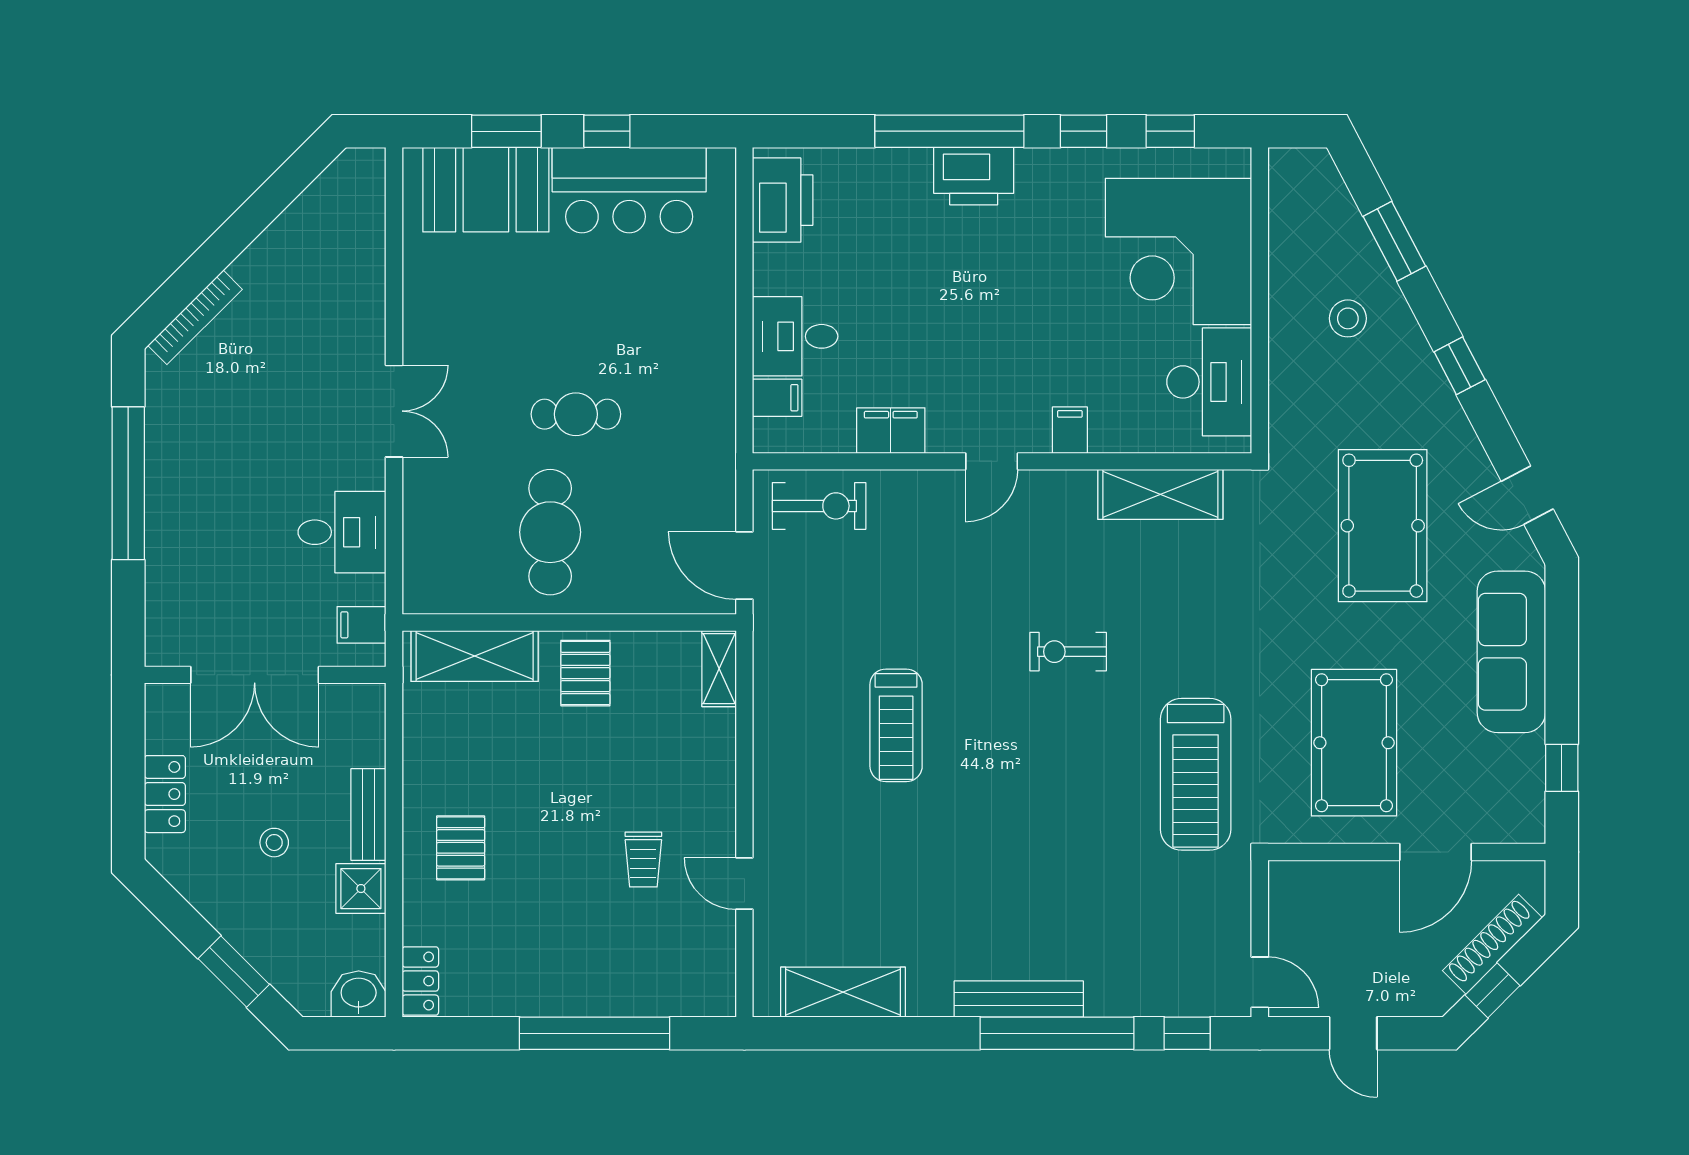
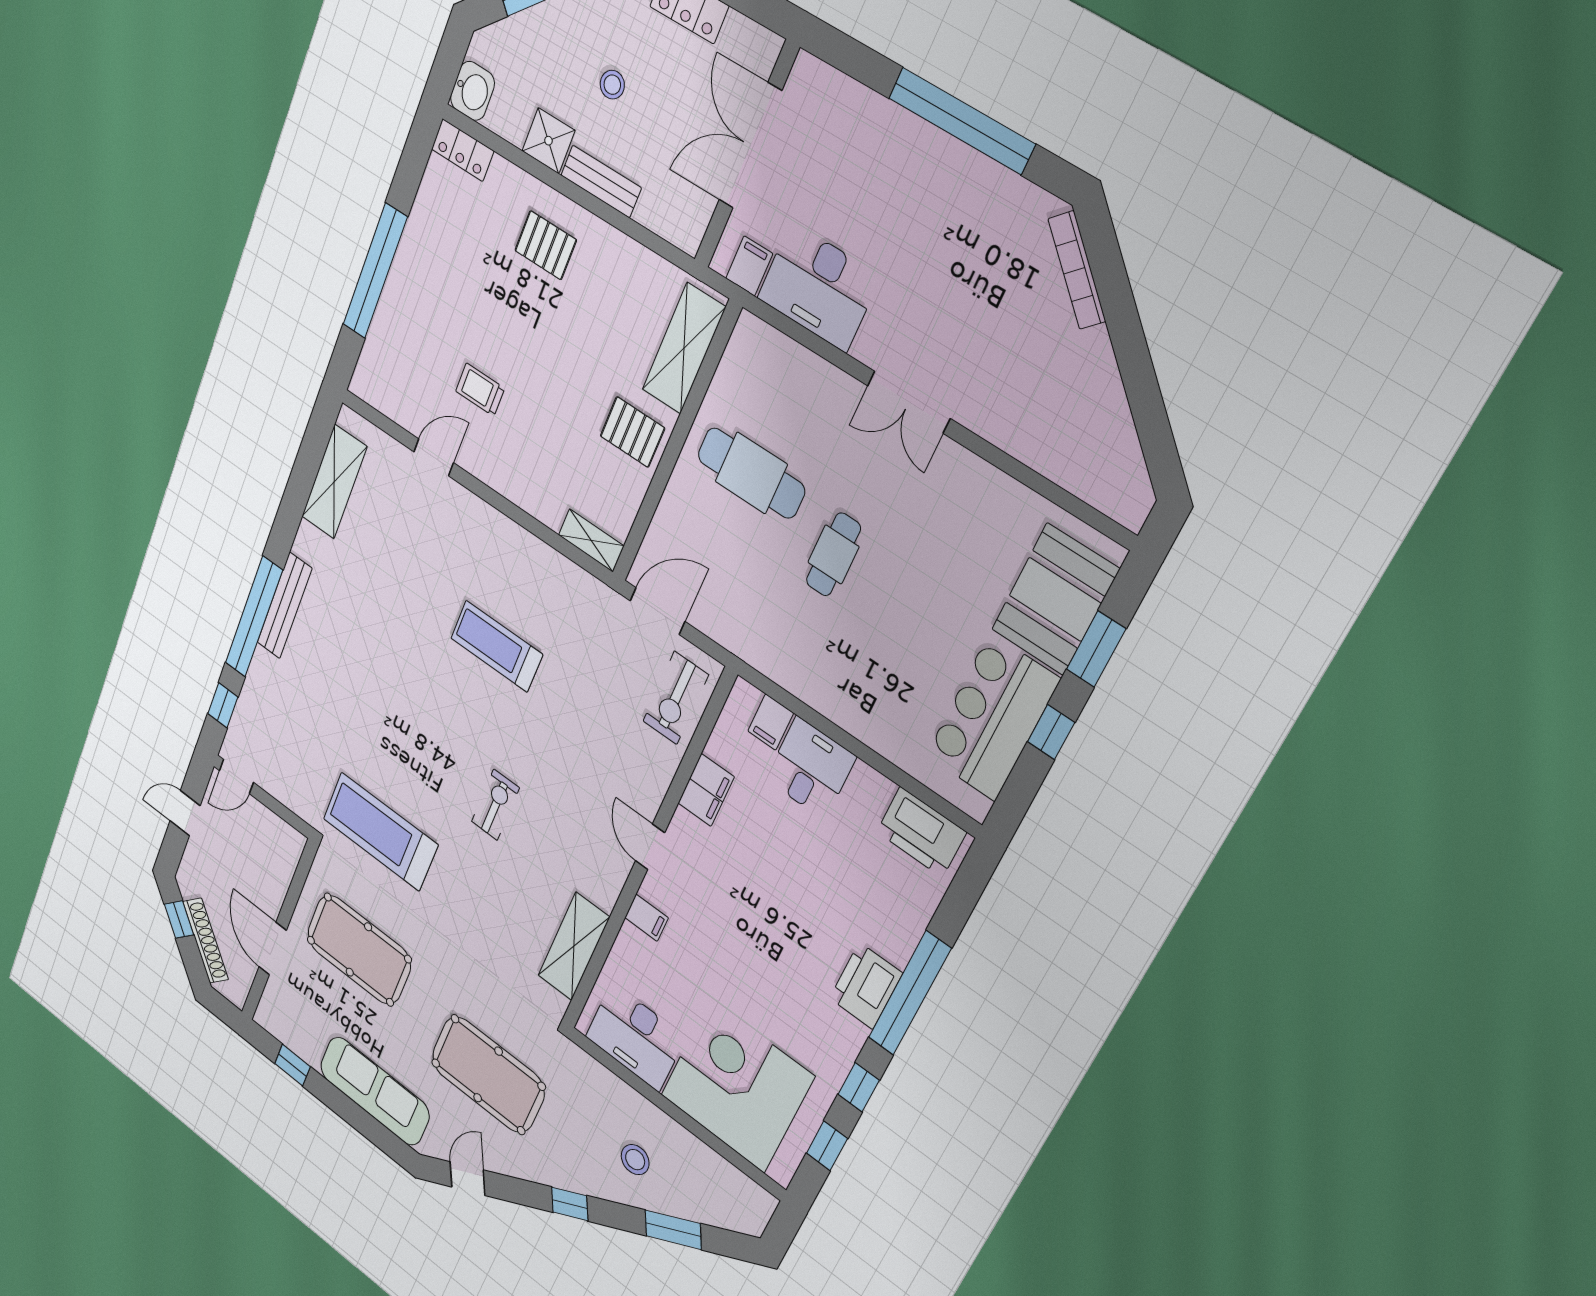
desk: (342, 532) -> (819, 287), width x1.37

